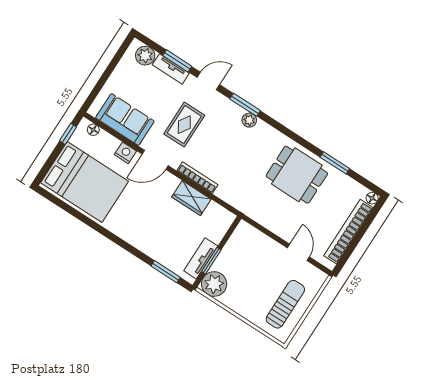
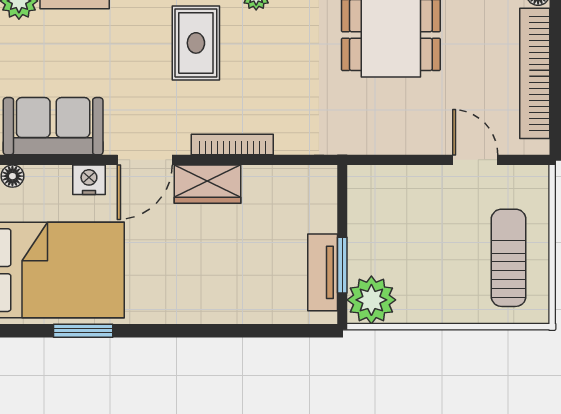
rug: (184, 125) -> (196, 43), moved
wardrobe: (191, 198) -> (208, 184), moved
window: (166, 272) -> (83, 331), moved

